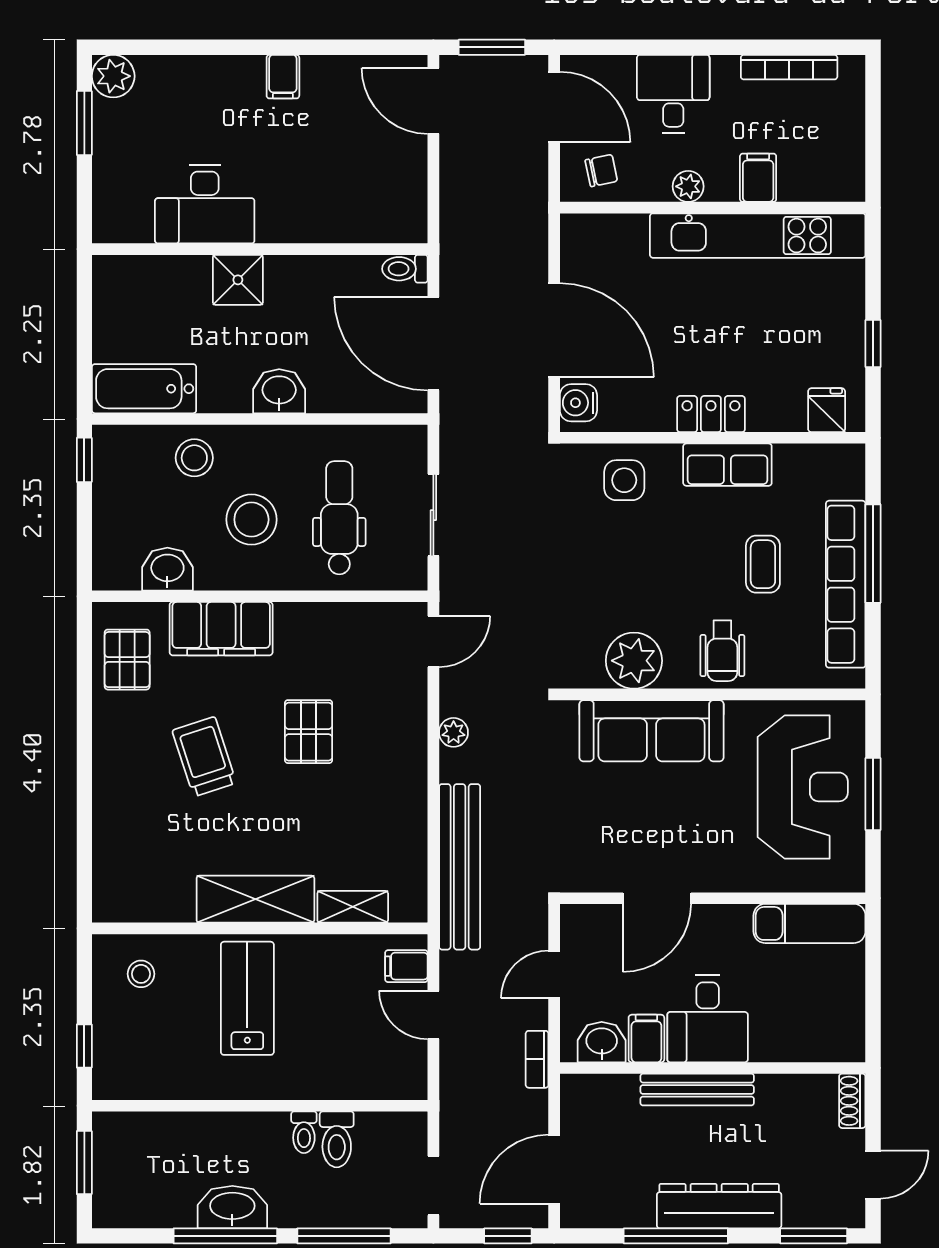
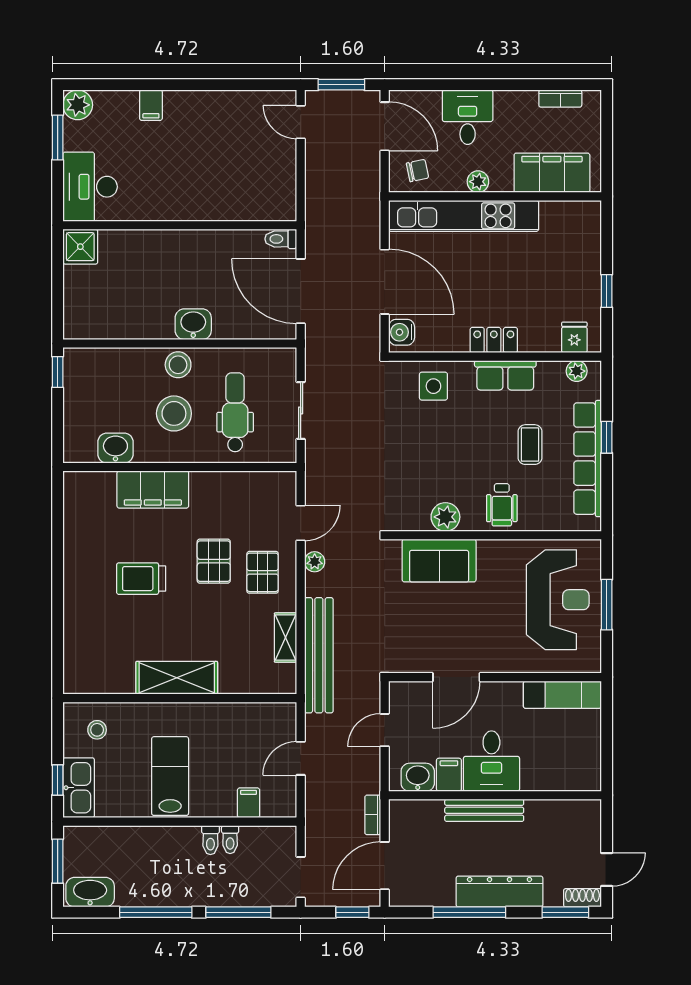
bookcase: (789, 67) -> (560, 99), width x0.64
filing cabinet: (283, 77) -> (151, 105), moved
door: (433, 101) -> (301, 122), width x0.73
filing cabinet: (758, 178) -> (552, 173), width x3.00, depth x1.17
desk: (205, 204) -> (90, 187), moved, turned 90
kitchen unit: (758, 236) -> (464, 216), moved
shower: (238, 280) -> (80, 247), moved
bathtub: (144, 389) -> (99, 322), removed
stool: (194, 458) -> (178, 365), moved
plant: (830, 458) -> (577, 371), added
window: (873, 554) -> (607, 437), width x0.46
door: (433, 641) -> (301, 523), moved
pallet: (127, 660) -> (263, 572), moved
plant: (634, 661) -> (445, 517), width x0.73, depth x0.73
sofa: (651, 731) -> (439, 561), width x0.73
trolley: (204, 757) -> (141, 579), turned -72
shelving: (353, 907) -> (286, 638), moved, turned 90
filing cabinet: (406, 966) -> (249, 803), moved, turned 90
lab bench: (247, 998) -> (170, 776), moved
door: (433, 1015) -> (301, 758), hinge flipped
kitchen sink: (115, 1057) -> (79, 788), added
bookcase: (537, 1059) -> (373, 815), moved
shoe rack: (852, 1101) -> (582, 898), moved, turned 90
toilet: (337, 1139) -> (230, 840), width x0.73, depth x0.72
washbasin: (232, 1207) -> (90, 892), moved

